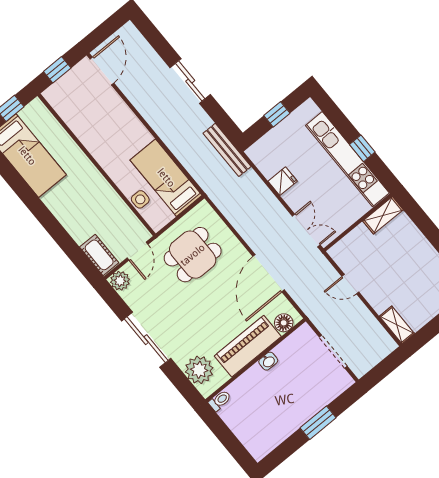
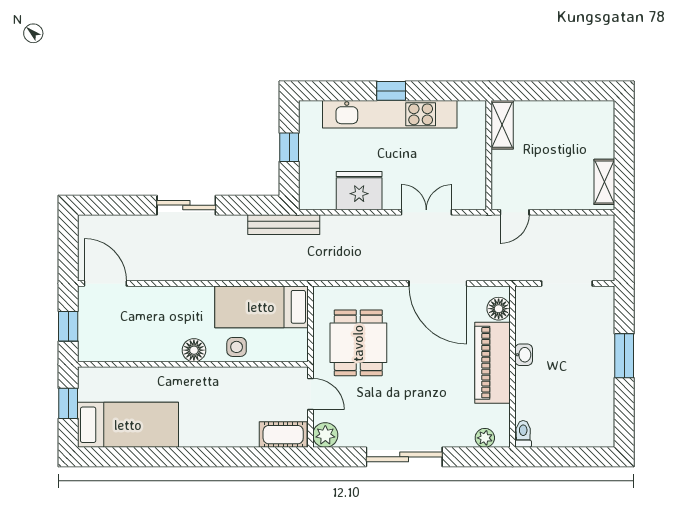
floor lamp: (106, 158) -> (194, 350), added
fridge: (283, 181) -> (359, 191), width x1.88, depth x1.34
side table: (140, 199) -> (237, 347), moved
shelving: (383, 215) -> (502, 125), moved
wall: (358, 222) -> (489, 155), moved
shelving: (397, 325) -> (604, 182), moved, turned 90
plant: (199, 370) -> (485, 438), width x0.53, depth x0.53

